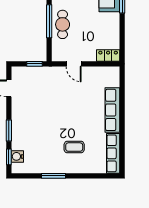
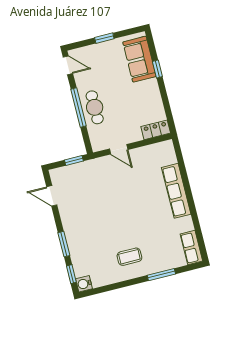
coffee table: (74, 147) -> (129, 257), moved
row of seats: (113, 153) -> (191, 248), width x0.68
water cooler: (17, 156) -> (84, 284), moved
window: (53, 176) -> (161, 275), moved

